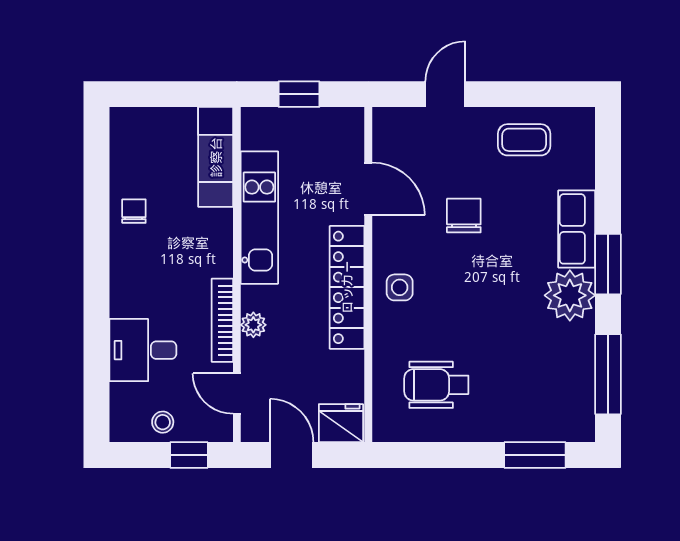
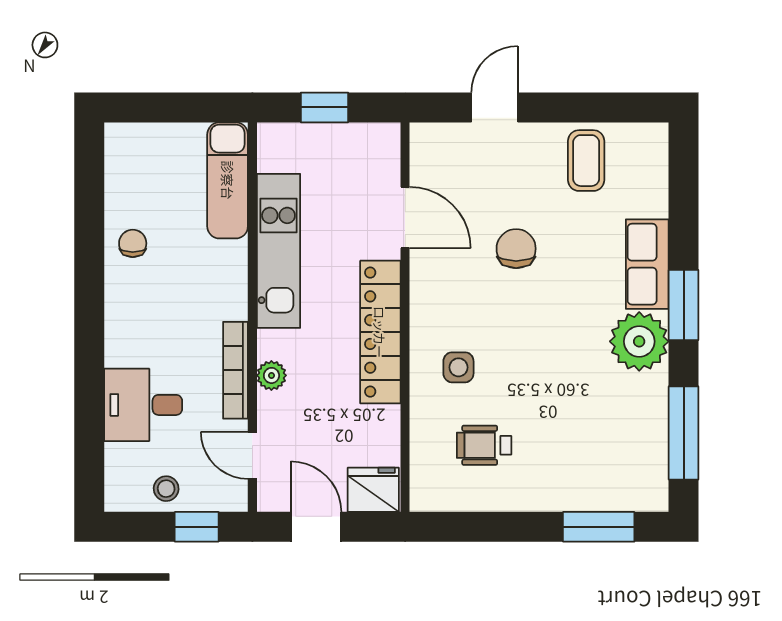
coffee table: (524, 140) -> (586, 161), turned 90
side table: (400, 287) -> (458, 367), moved
wheelchair: (436, 385) -> (484, 445), width x0.73, depth x0.73

